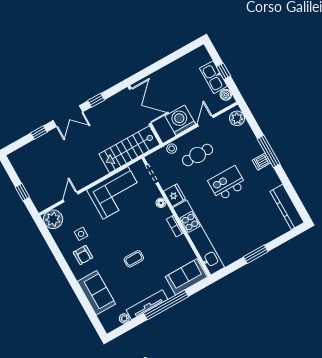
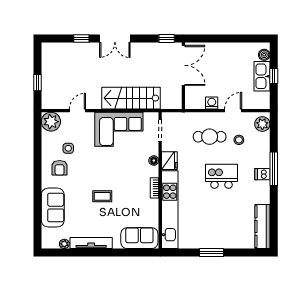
boiler: (226, 95) -> (264, 55), moved
window: (96, 100) -> (167, 38), moved
washing machine: (180, 120) -> (212, 103), width x0.53, depth x0.53
stairs: (130, 149) -> (131, 98), moved
stool: (172, 149) -> (239, 140), moved
window: (166, 305) -> (108, 253), removed

